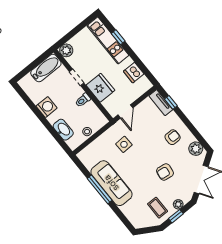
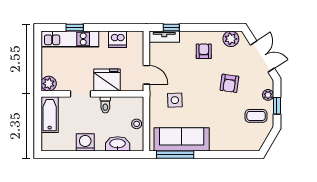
sofa: (111, 183) -> (182, 139), moved
window: (100, 189) -> (175, 155), moved

